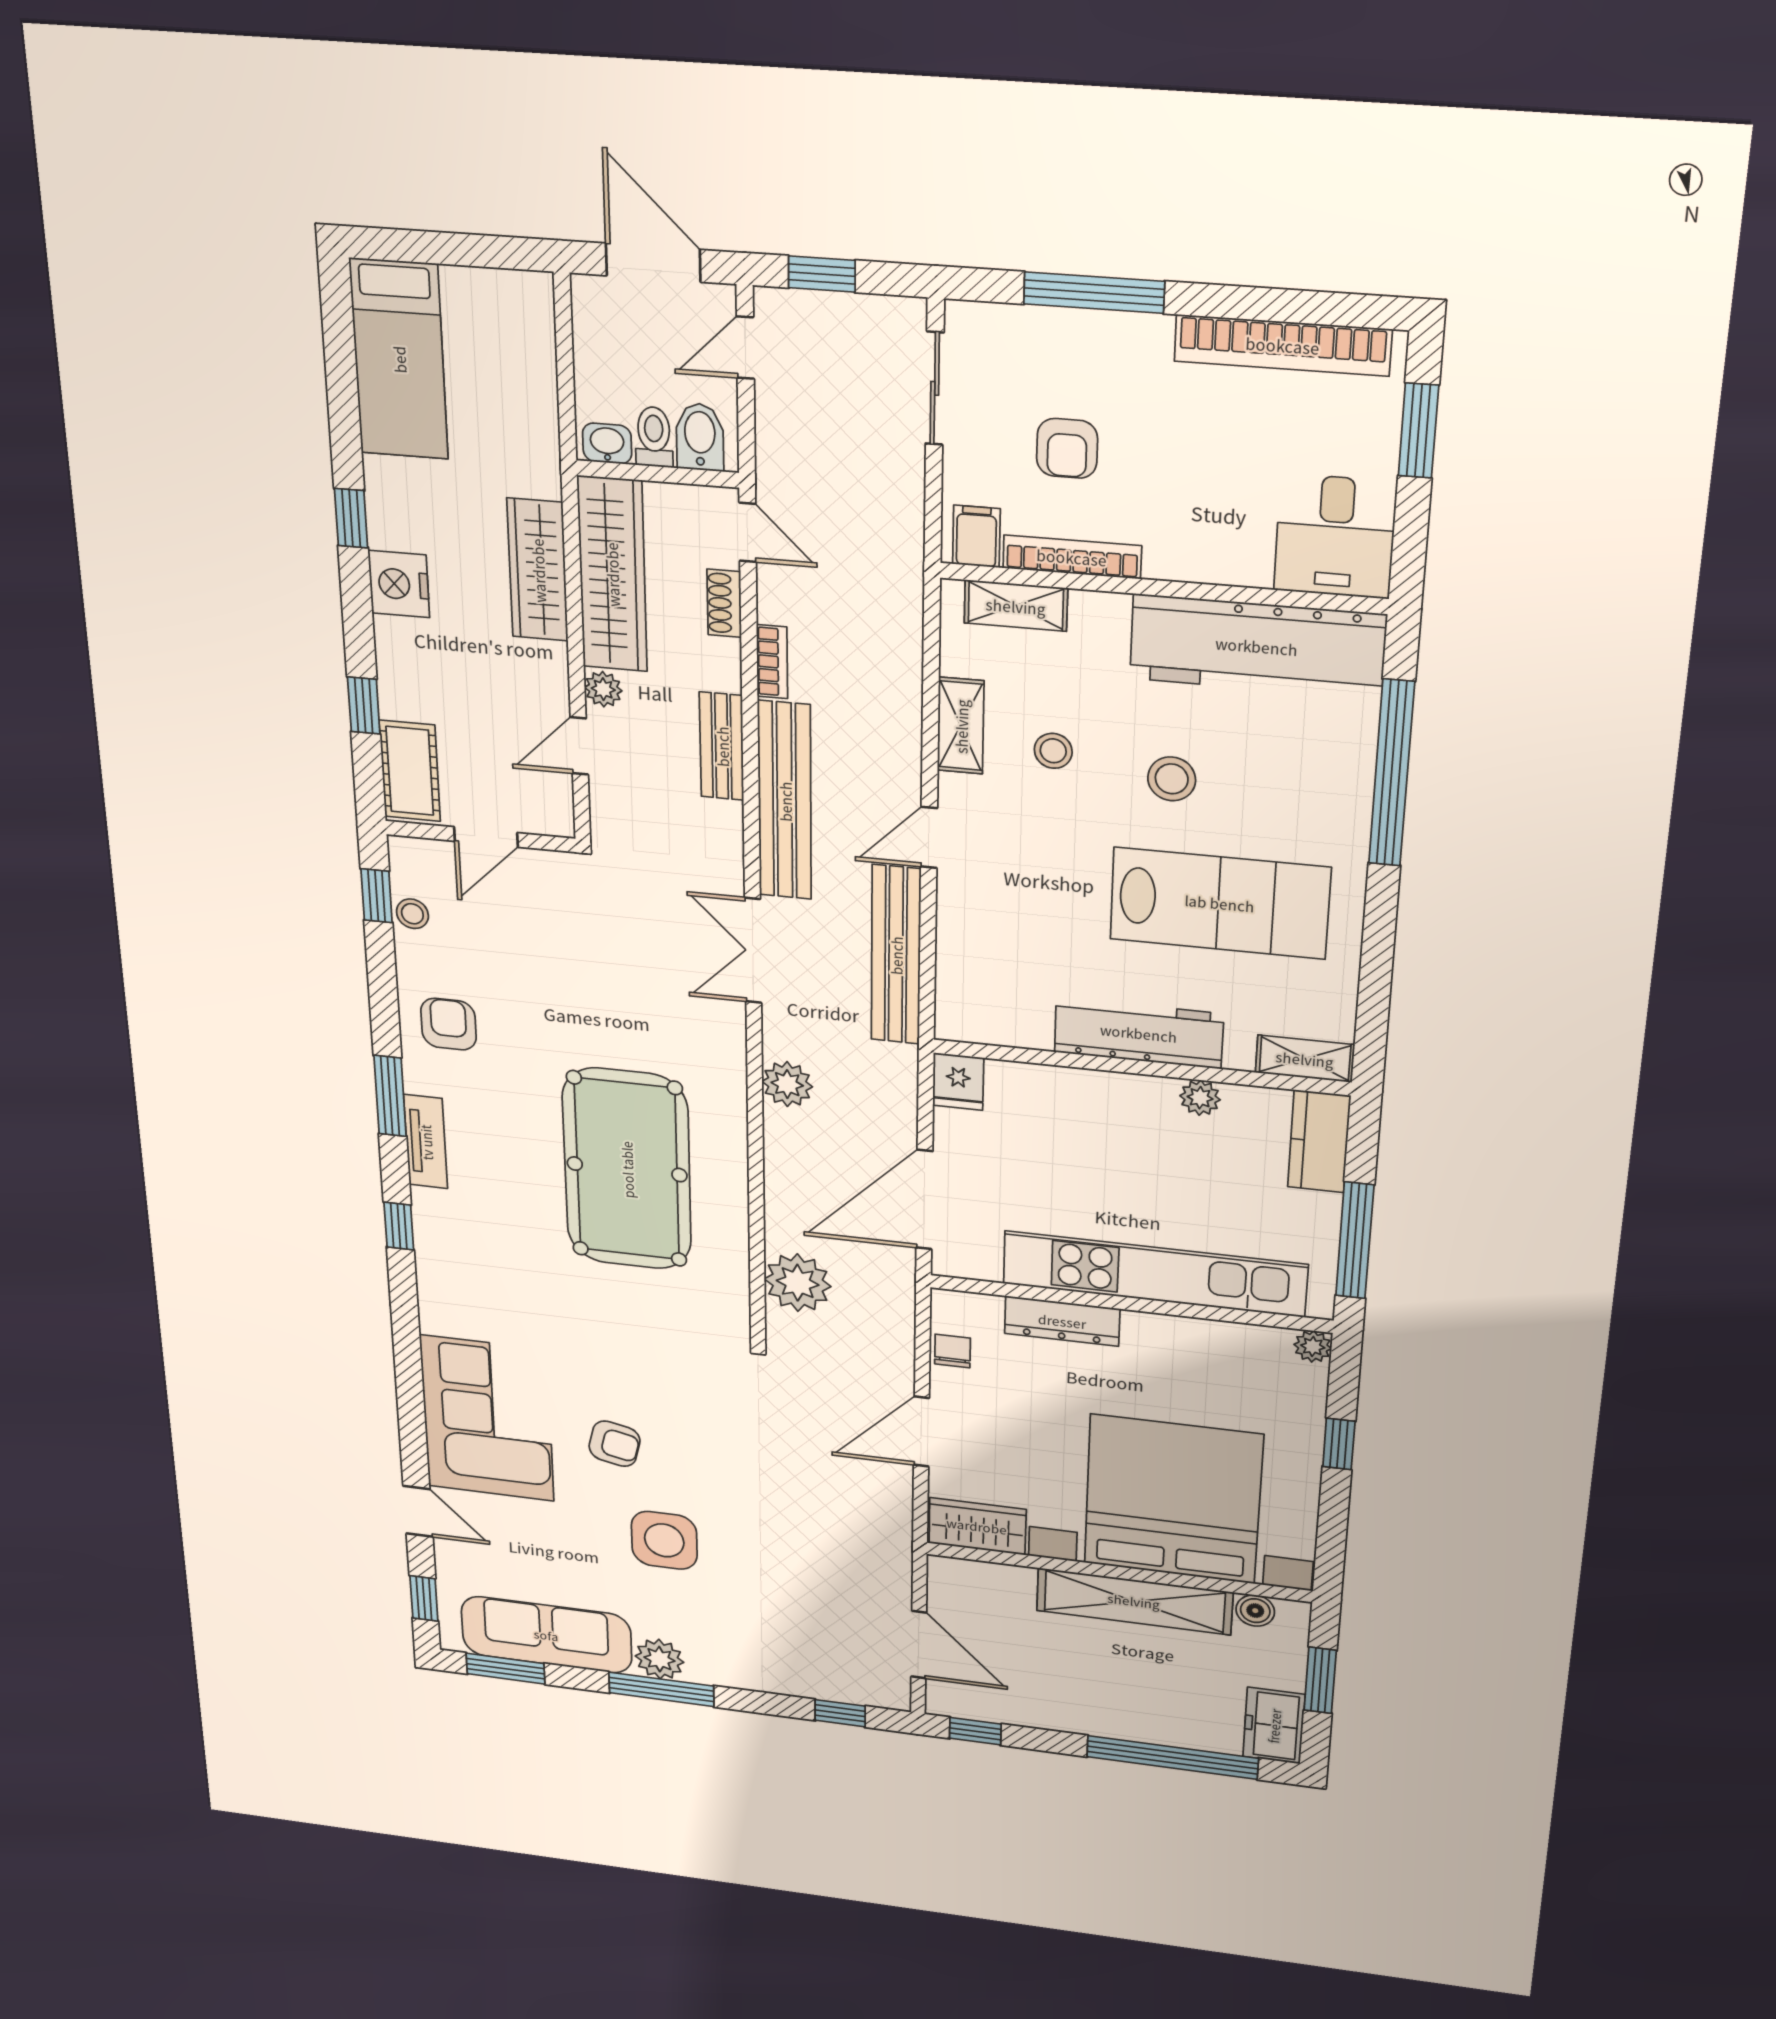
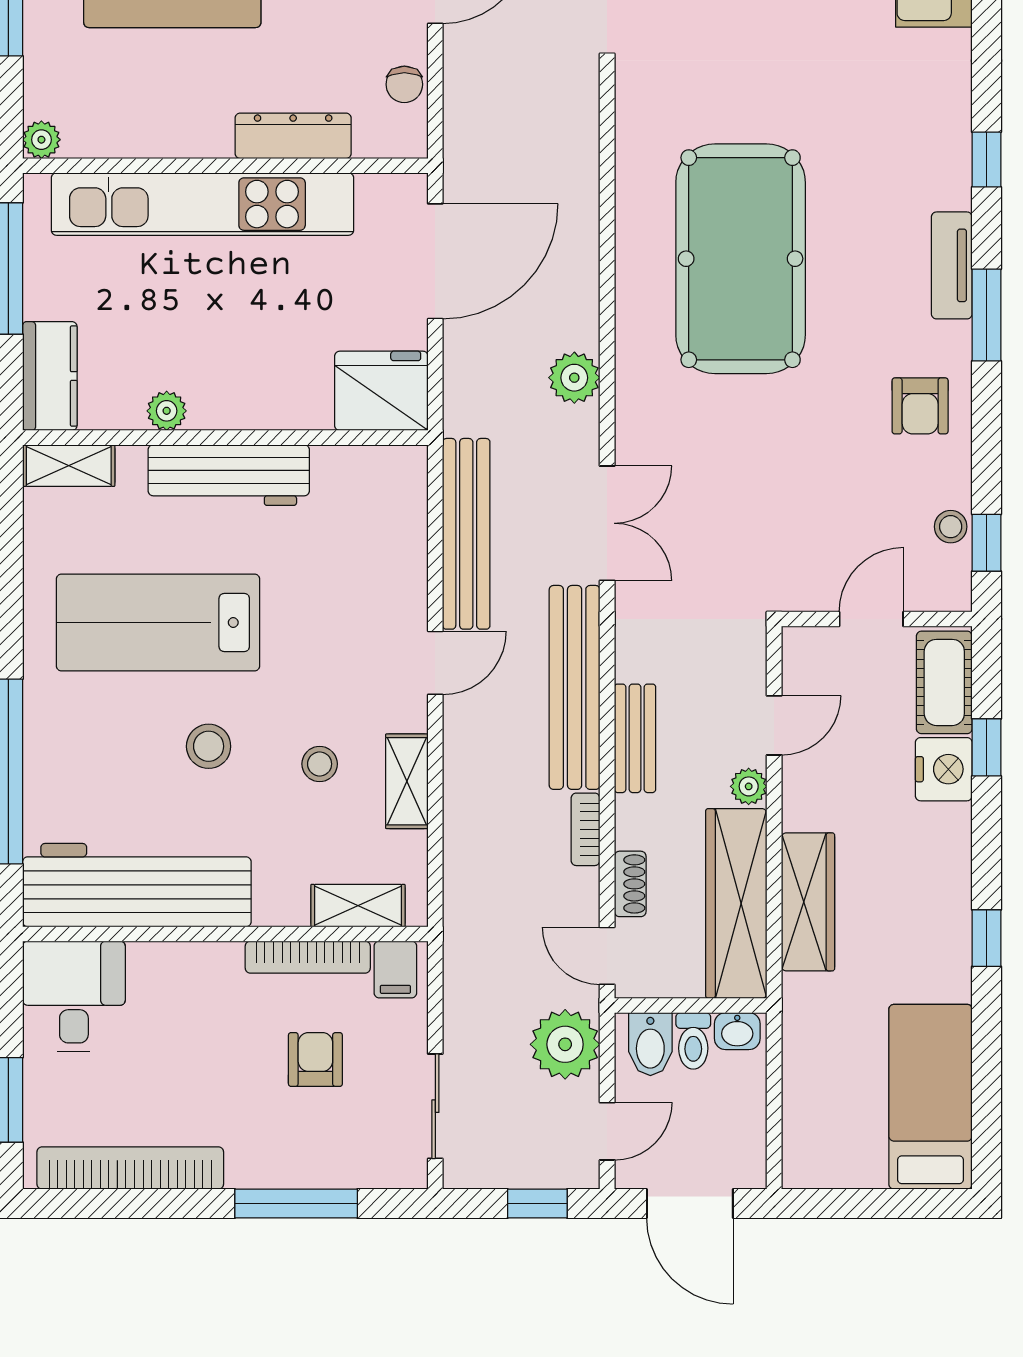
nightstand: (399, 584) -> (944, 769), moved
fridge: (958, 1081) -> (381, 391), width x1.88, depth x1.34
plant: (798, 1283) -> (565, 1044), moved

